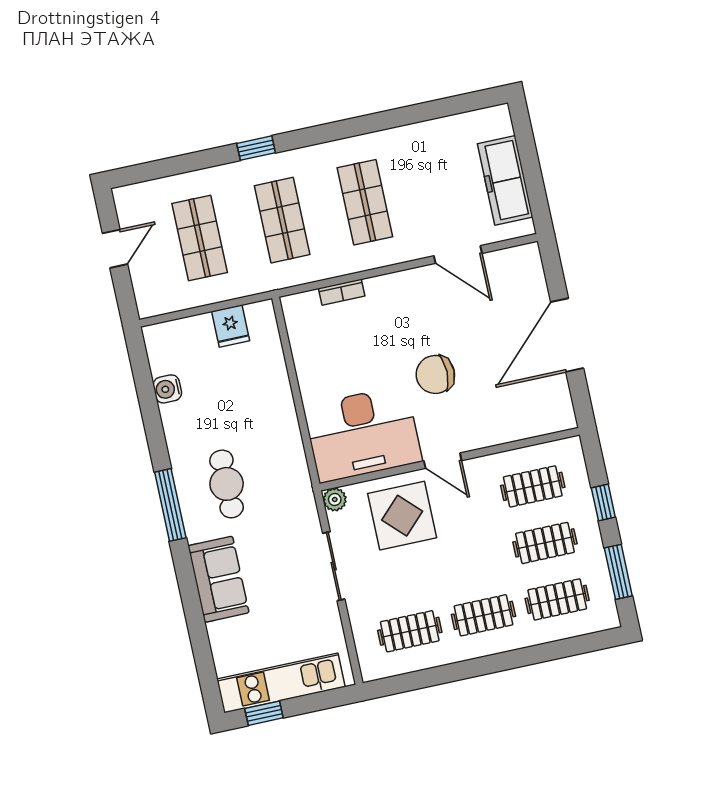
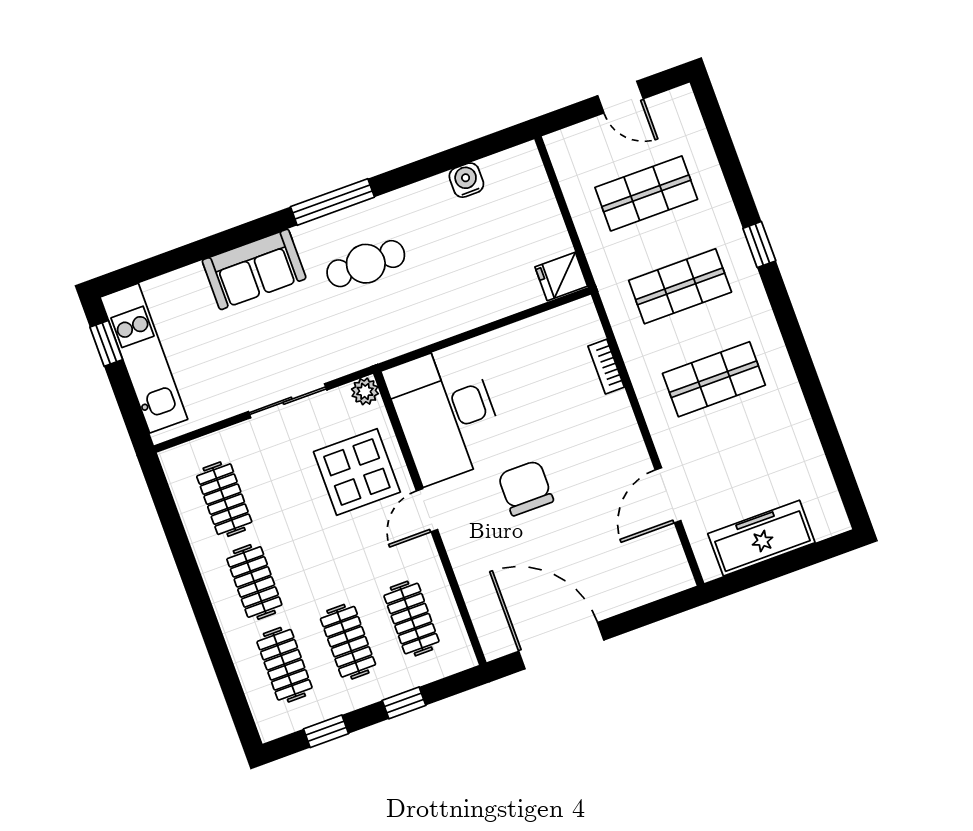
fridge: (231, 326) -> (561, 276), moved
door: (567, 335) -> (561, 646), moved
window: (618, 572) -> (326, 731), width x0.67

